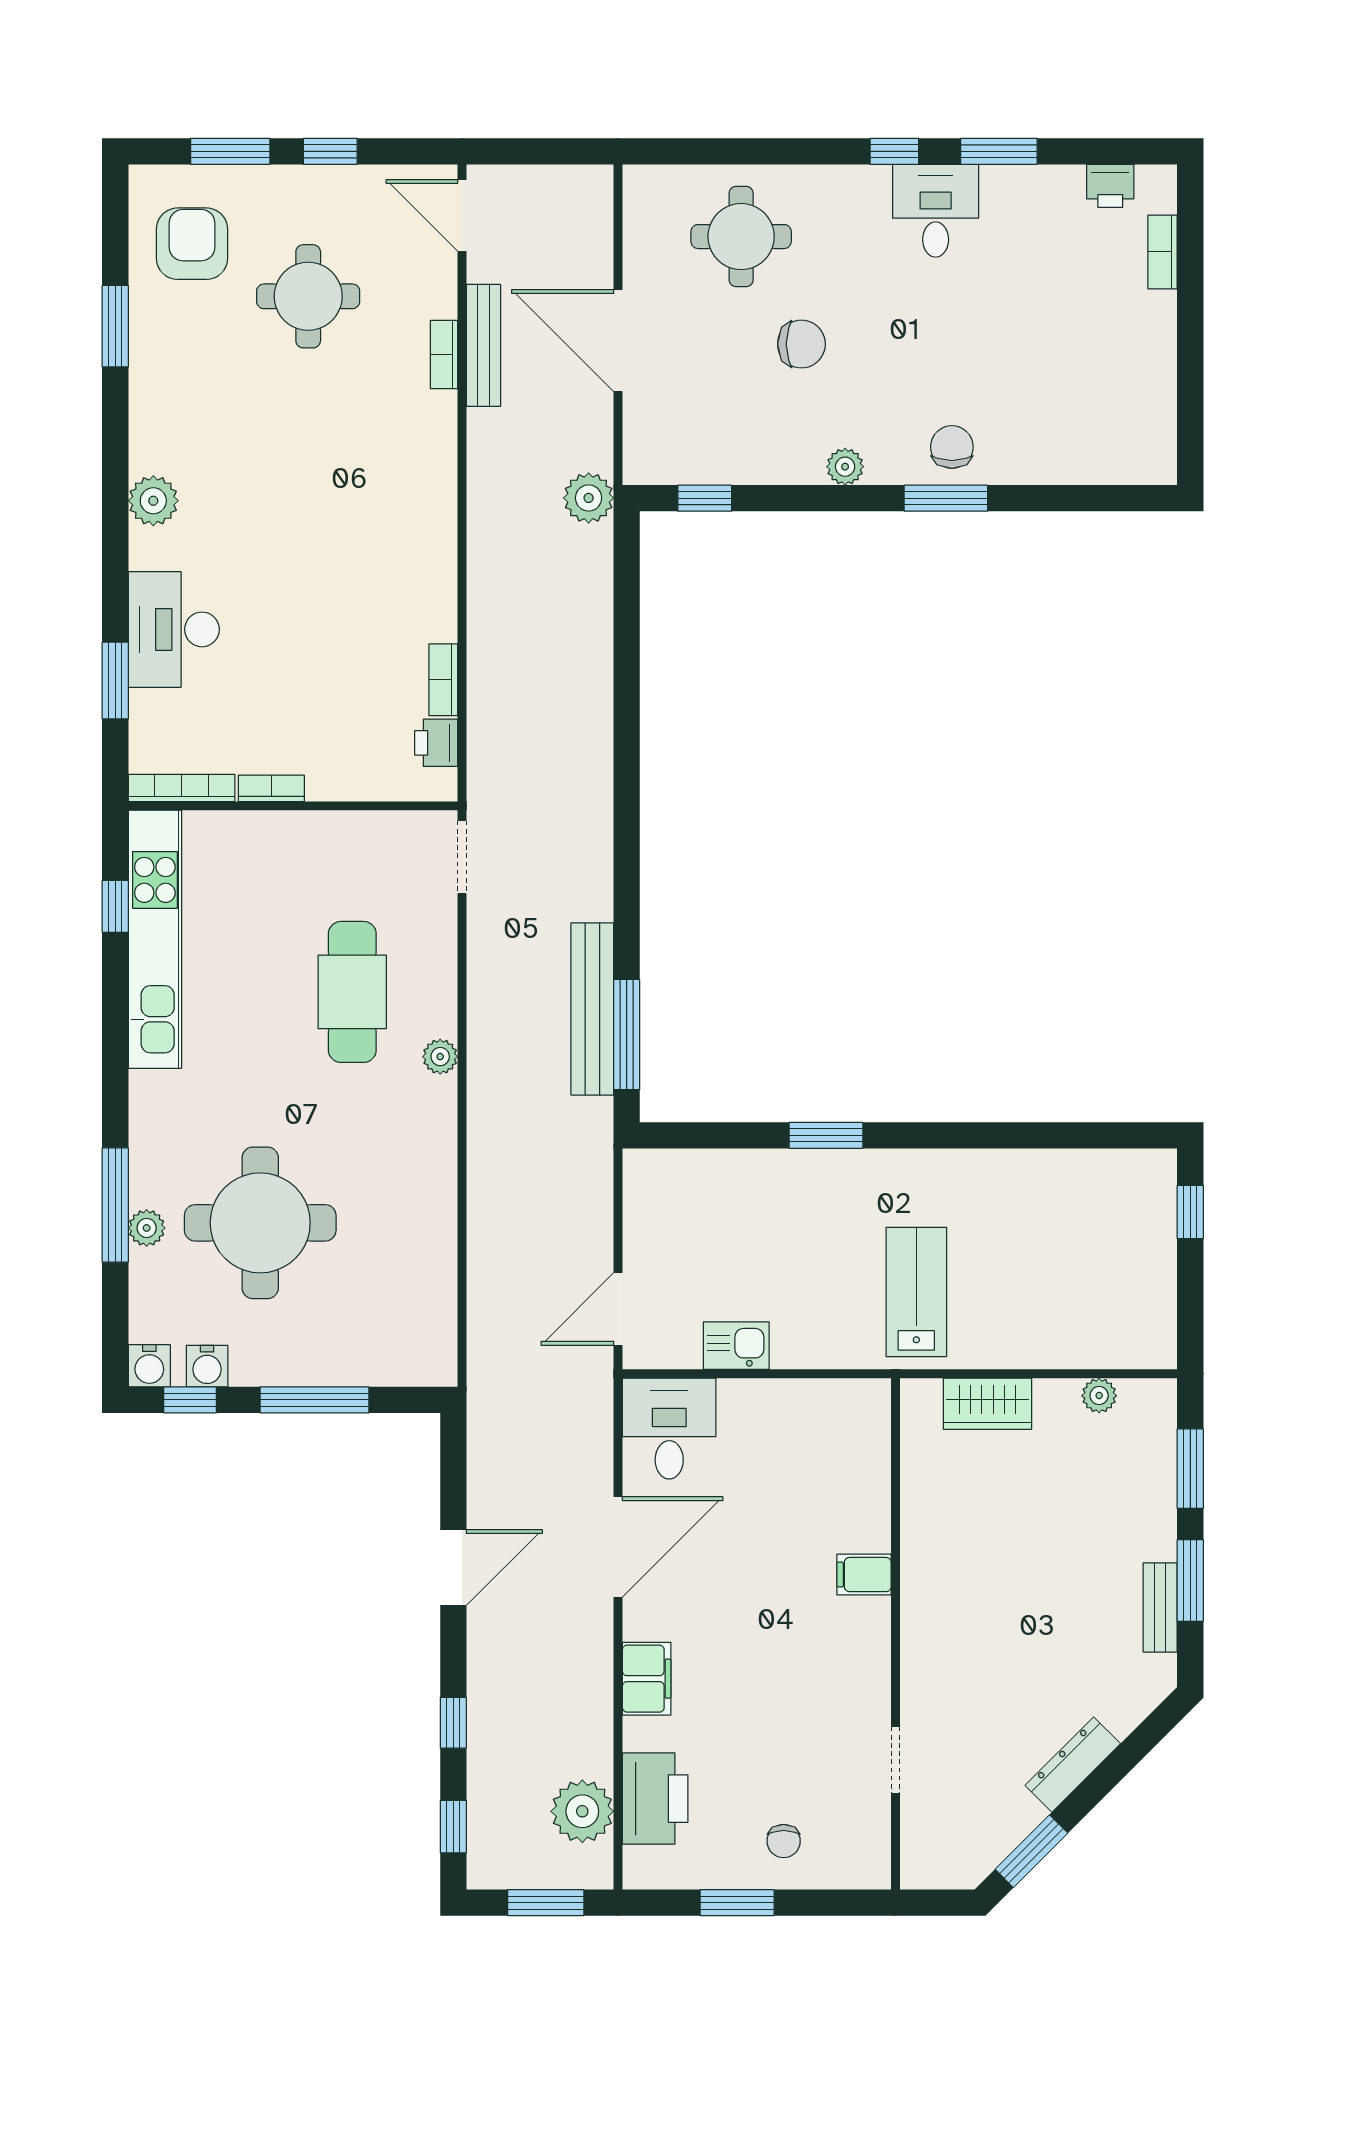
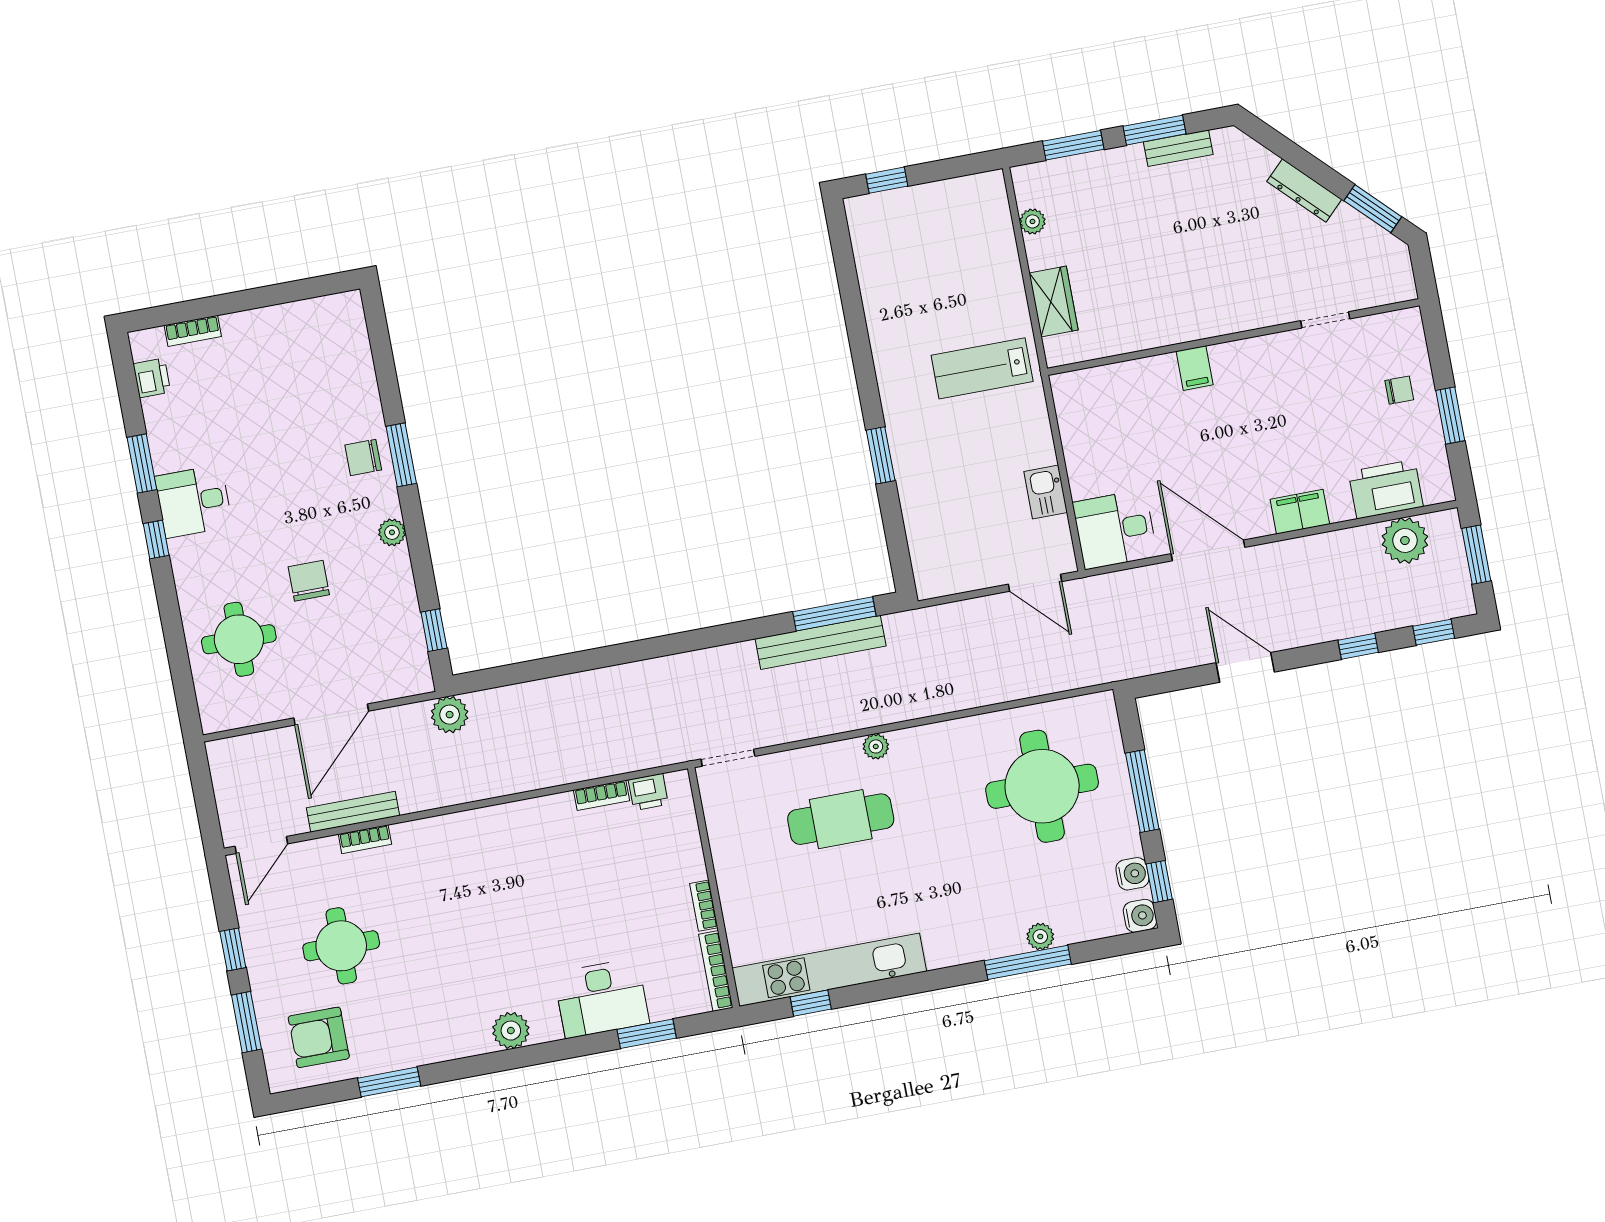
round table: (260, 1223) -> (1042, 786), moved

